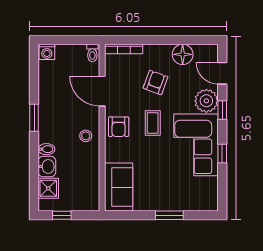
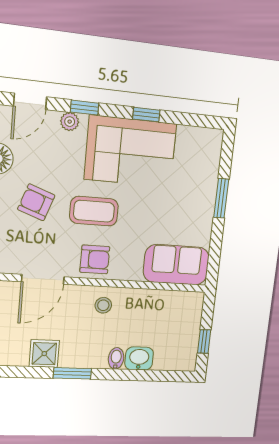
plant: (206, 101) -> (70, 122), width x0.53, depth x0.53
coffee table: (153, 123) -> (94, 211), width x1.36, depth x1.30
shower: (48, 188) -> (44, 354), moved

